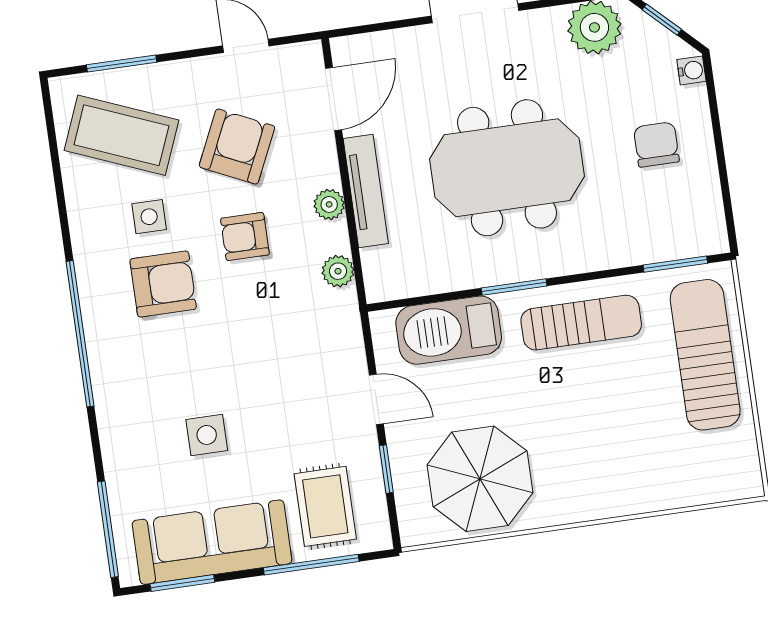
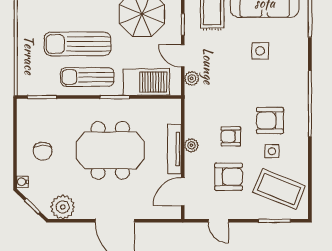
armchair: (237, 147) -> (229, 177), turned -115
armchair: (245, 237) -> (231, 136), turned 180
plant: (338, 271) -> (192, 78), moved
sun lounger: (705, 355) -> (78, 44), moved, turned 90

